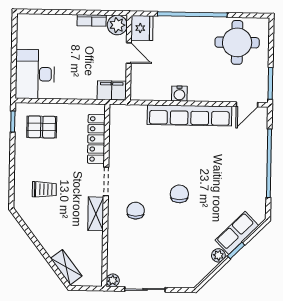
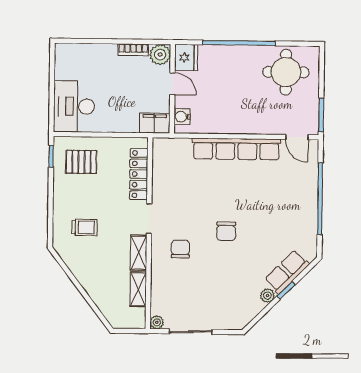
water cooler: (179, 94) -> (182, 117), moved, turned 90
door: (247, 104) -> (297, 137), hinge flipped
chair: (179, 194) -> (226, 231), turned 180
shelving: (66, 267) -> (138, 289), moved, turned 37

